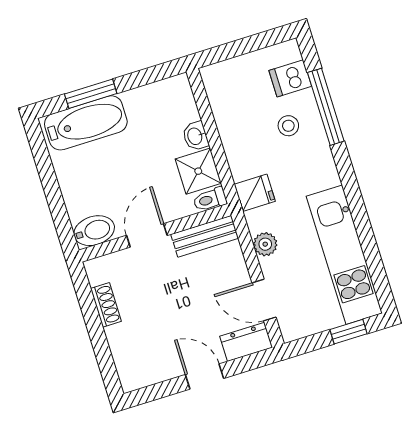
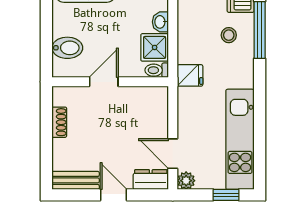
bidet: (94, 231) -> (67, 48), moved
bench: (205, 236) -> (76, 180), moved
plant: (265, 244) -> (186, 181), moved

